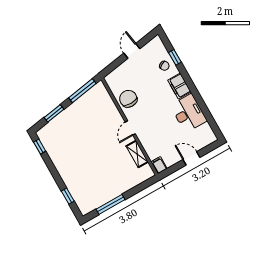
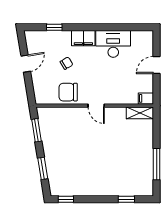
door: (132, 51) -> (26, 64), swing flipped
chair: (164, 66) -> (67, 63), moved
window: (82, 91) -> (37, 130), width x0.69
shelving: (137, 154) -> (140, 113), moved

